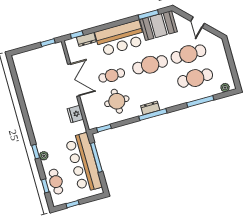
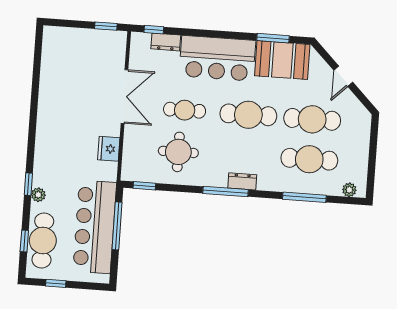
dresser: (150, 108) -> (242, 181), moved
cafe table: (56, 182) -> (43, 240), width x1.37, depth x1.35

